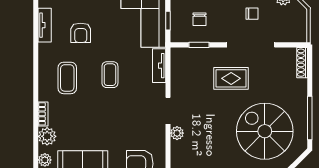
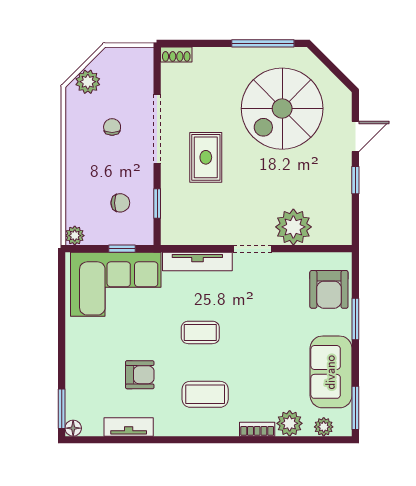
shoe rack: (302, 63) -> (176, 54), width x0.70
tv unit: (159, 66) -> (197, 261), width x1.41
plant: (177, 133) -> (293, 227), width x1.87, depth x1.87

